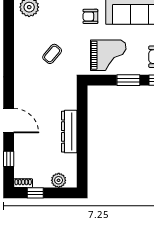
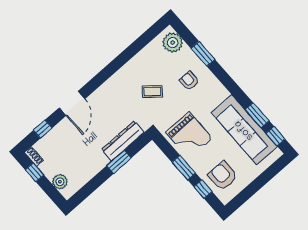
armchair: (90, 16) -> (189, 81), moved
window: (82, 124) -> (119, 162), added
dresser: (69, 132) -> (123, 141), moved

